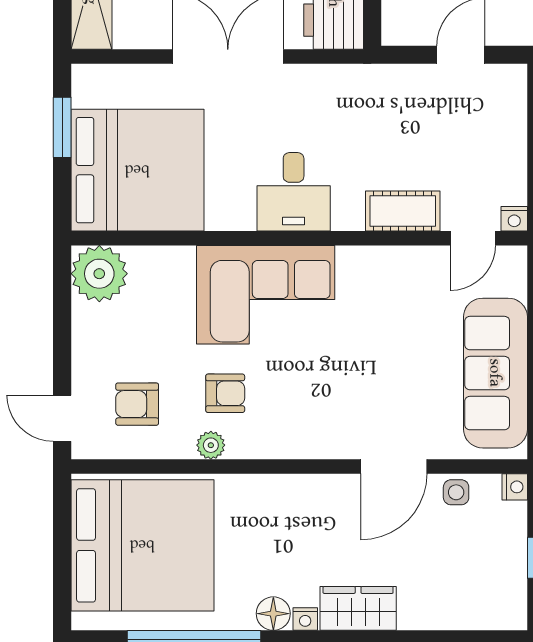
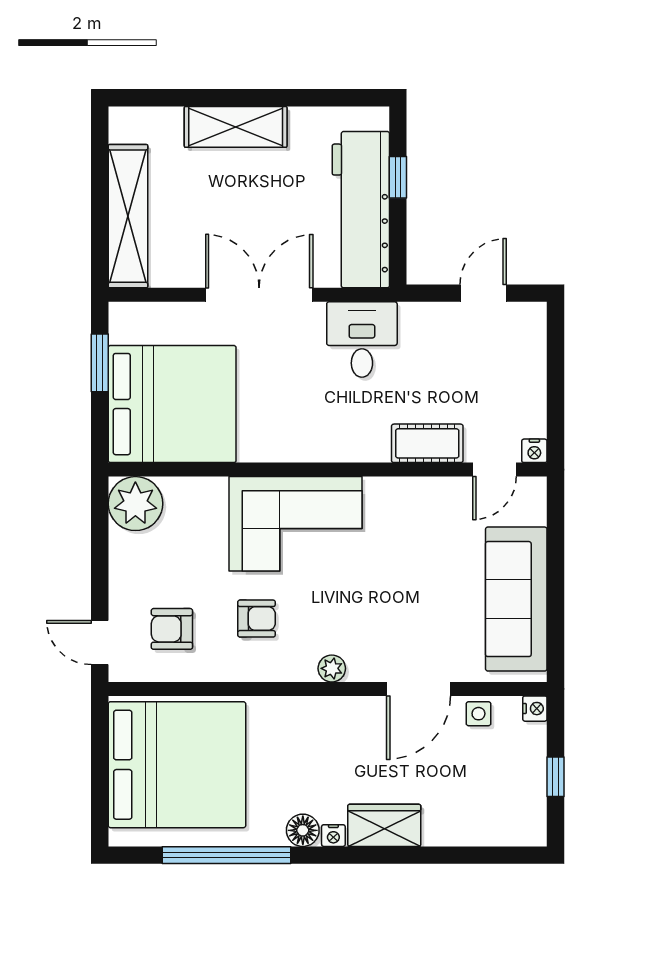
desk: (294, 192) -> (362, 340), moved, turned 180
plant: (211, 445) -> (332, 668), moved

